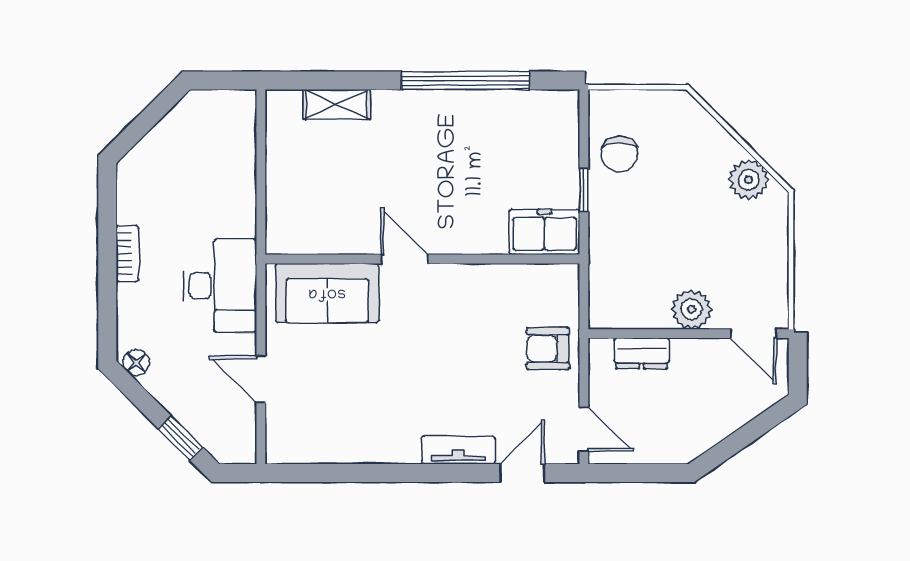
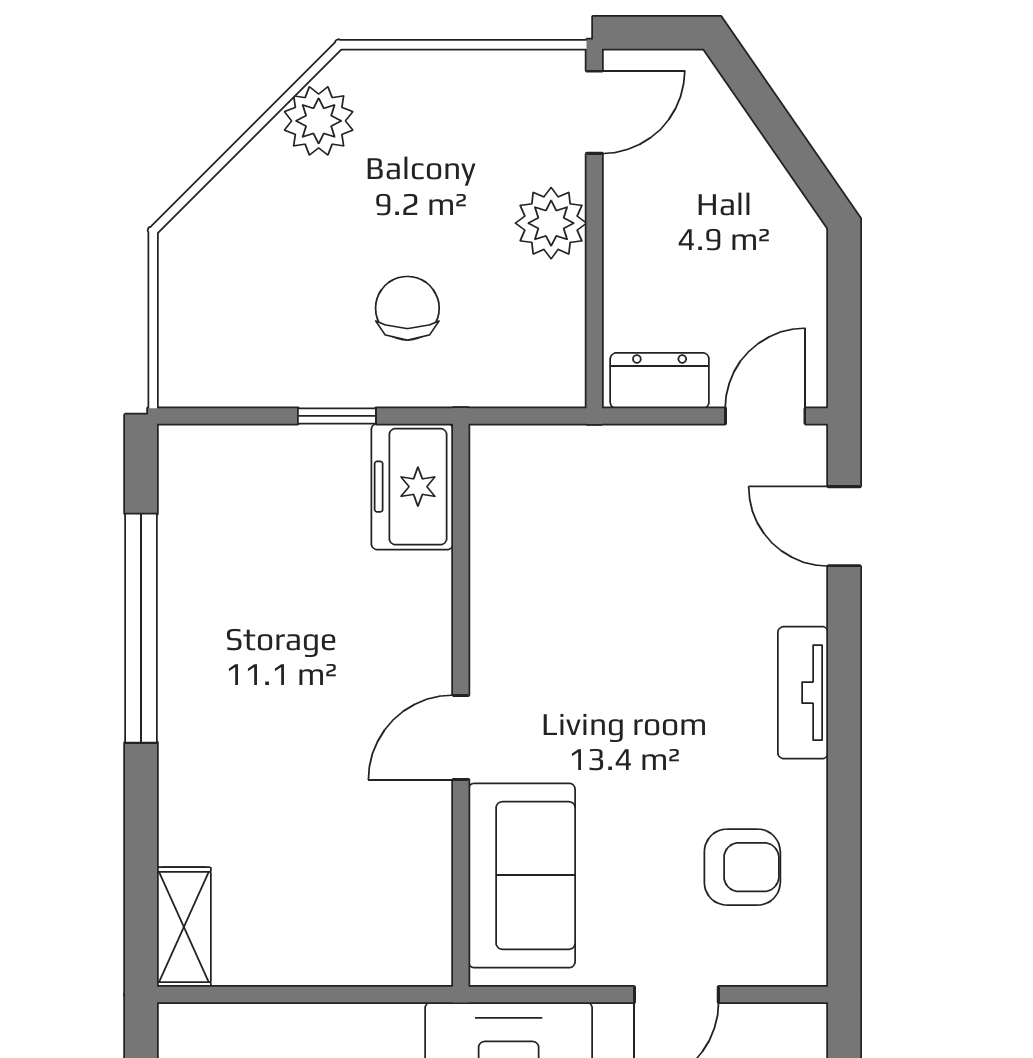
shelving: (337, 104) -> (184, 927), moved
chair: (619, 154) -> (407, 308), moved, turned -90
armchair: (548, 348) -> (742, 867), moved, turned -90
dresser: (642, 353) -> (660, 381), moved, turned -90
tv unit: (458, 450) -> (803, 693), moved

